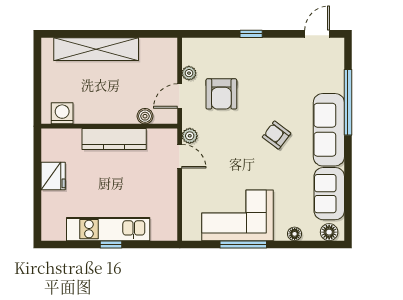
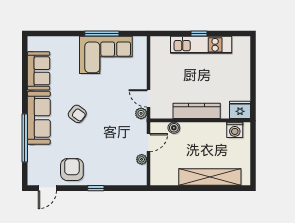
armchair: (221, 94) -> (72, 170), moved
fridge: (53, 176) -> (240, 110), moved, turned 90
floor lamp: (329, 232) -> (39, 43), removed
floor lamp: (295, 234) -> (64, 41), removed

